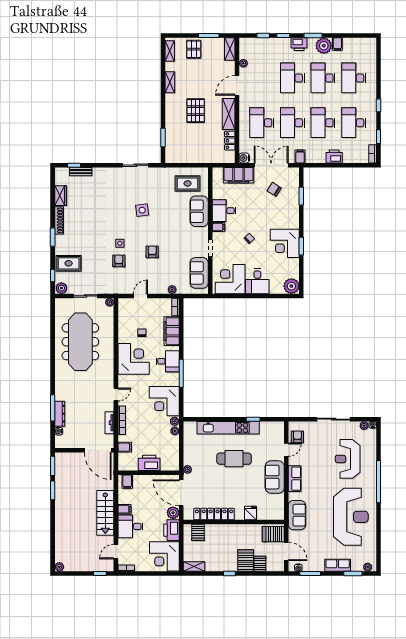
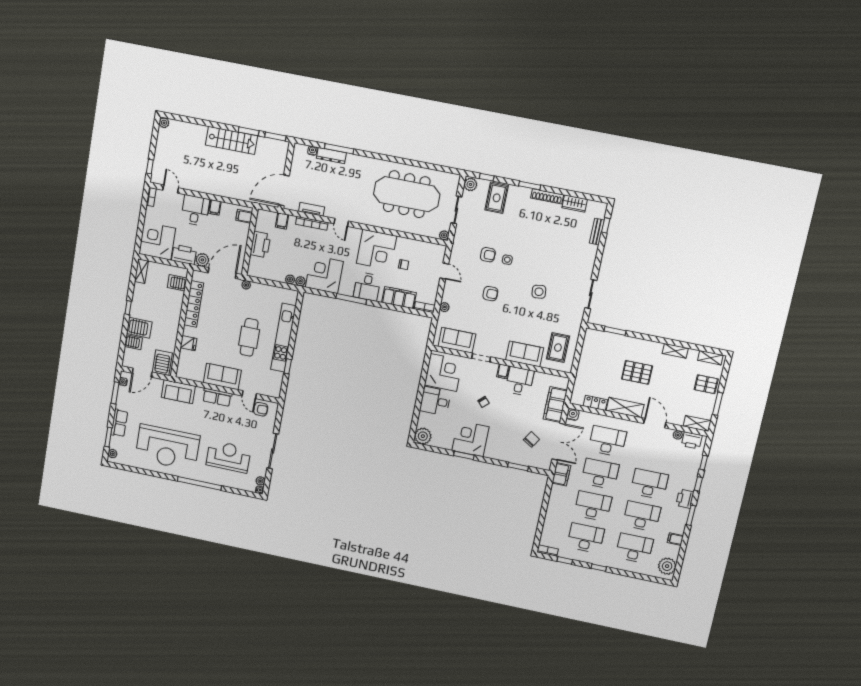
plant: (324, 46) -> (667, 566), moved
printer: (334, 156) -> (692, 440), moved, turned 90
filing cabinet: (300, 157) -> (561, 474), width x2.00
stairs: (105, 513) -> (231, 140), moved, turned 180

